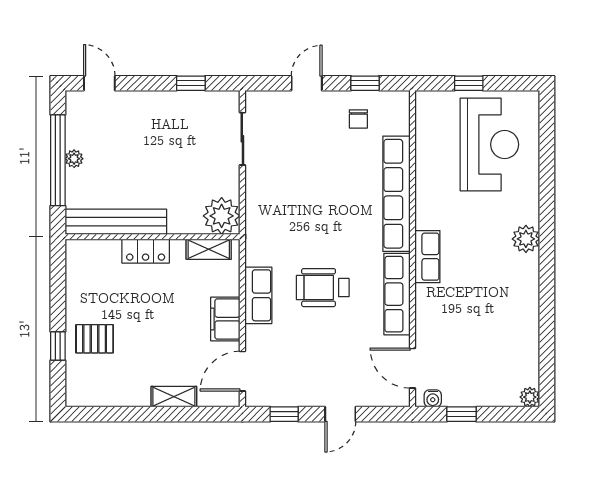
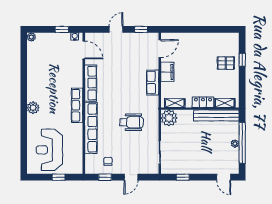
row of seats: (427, 257) -> (77, 105), width x1.48
wheelchair: (323, 288) -> (131, 122), moved
shelving: (174, 397) -> (225, 103), moved

